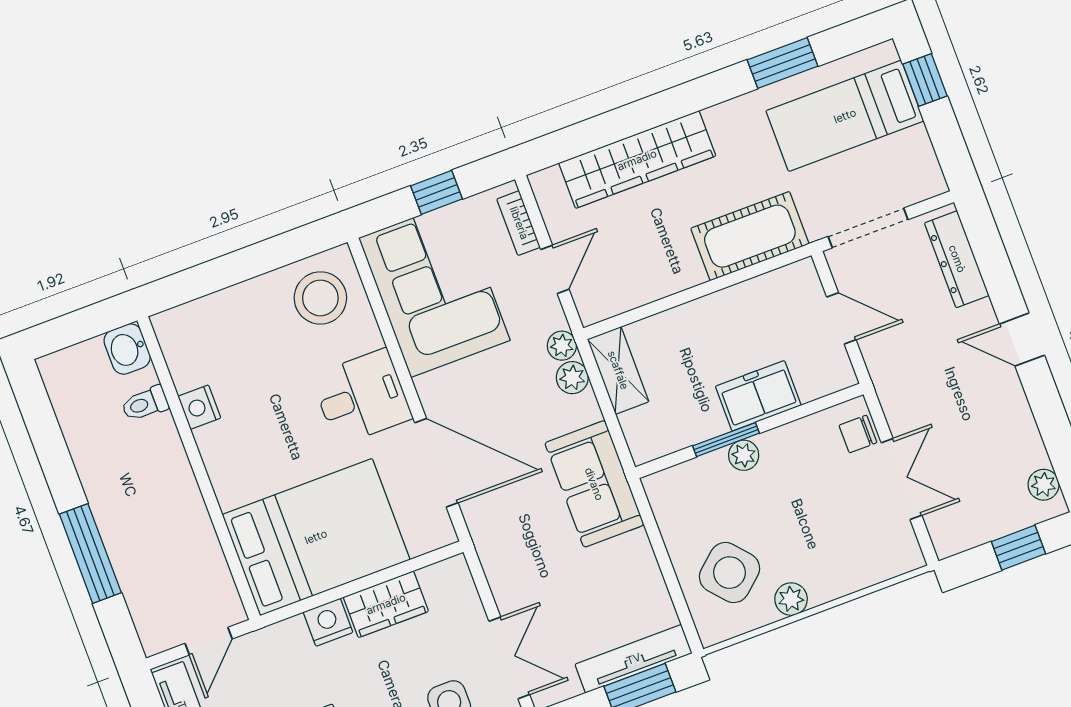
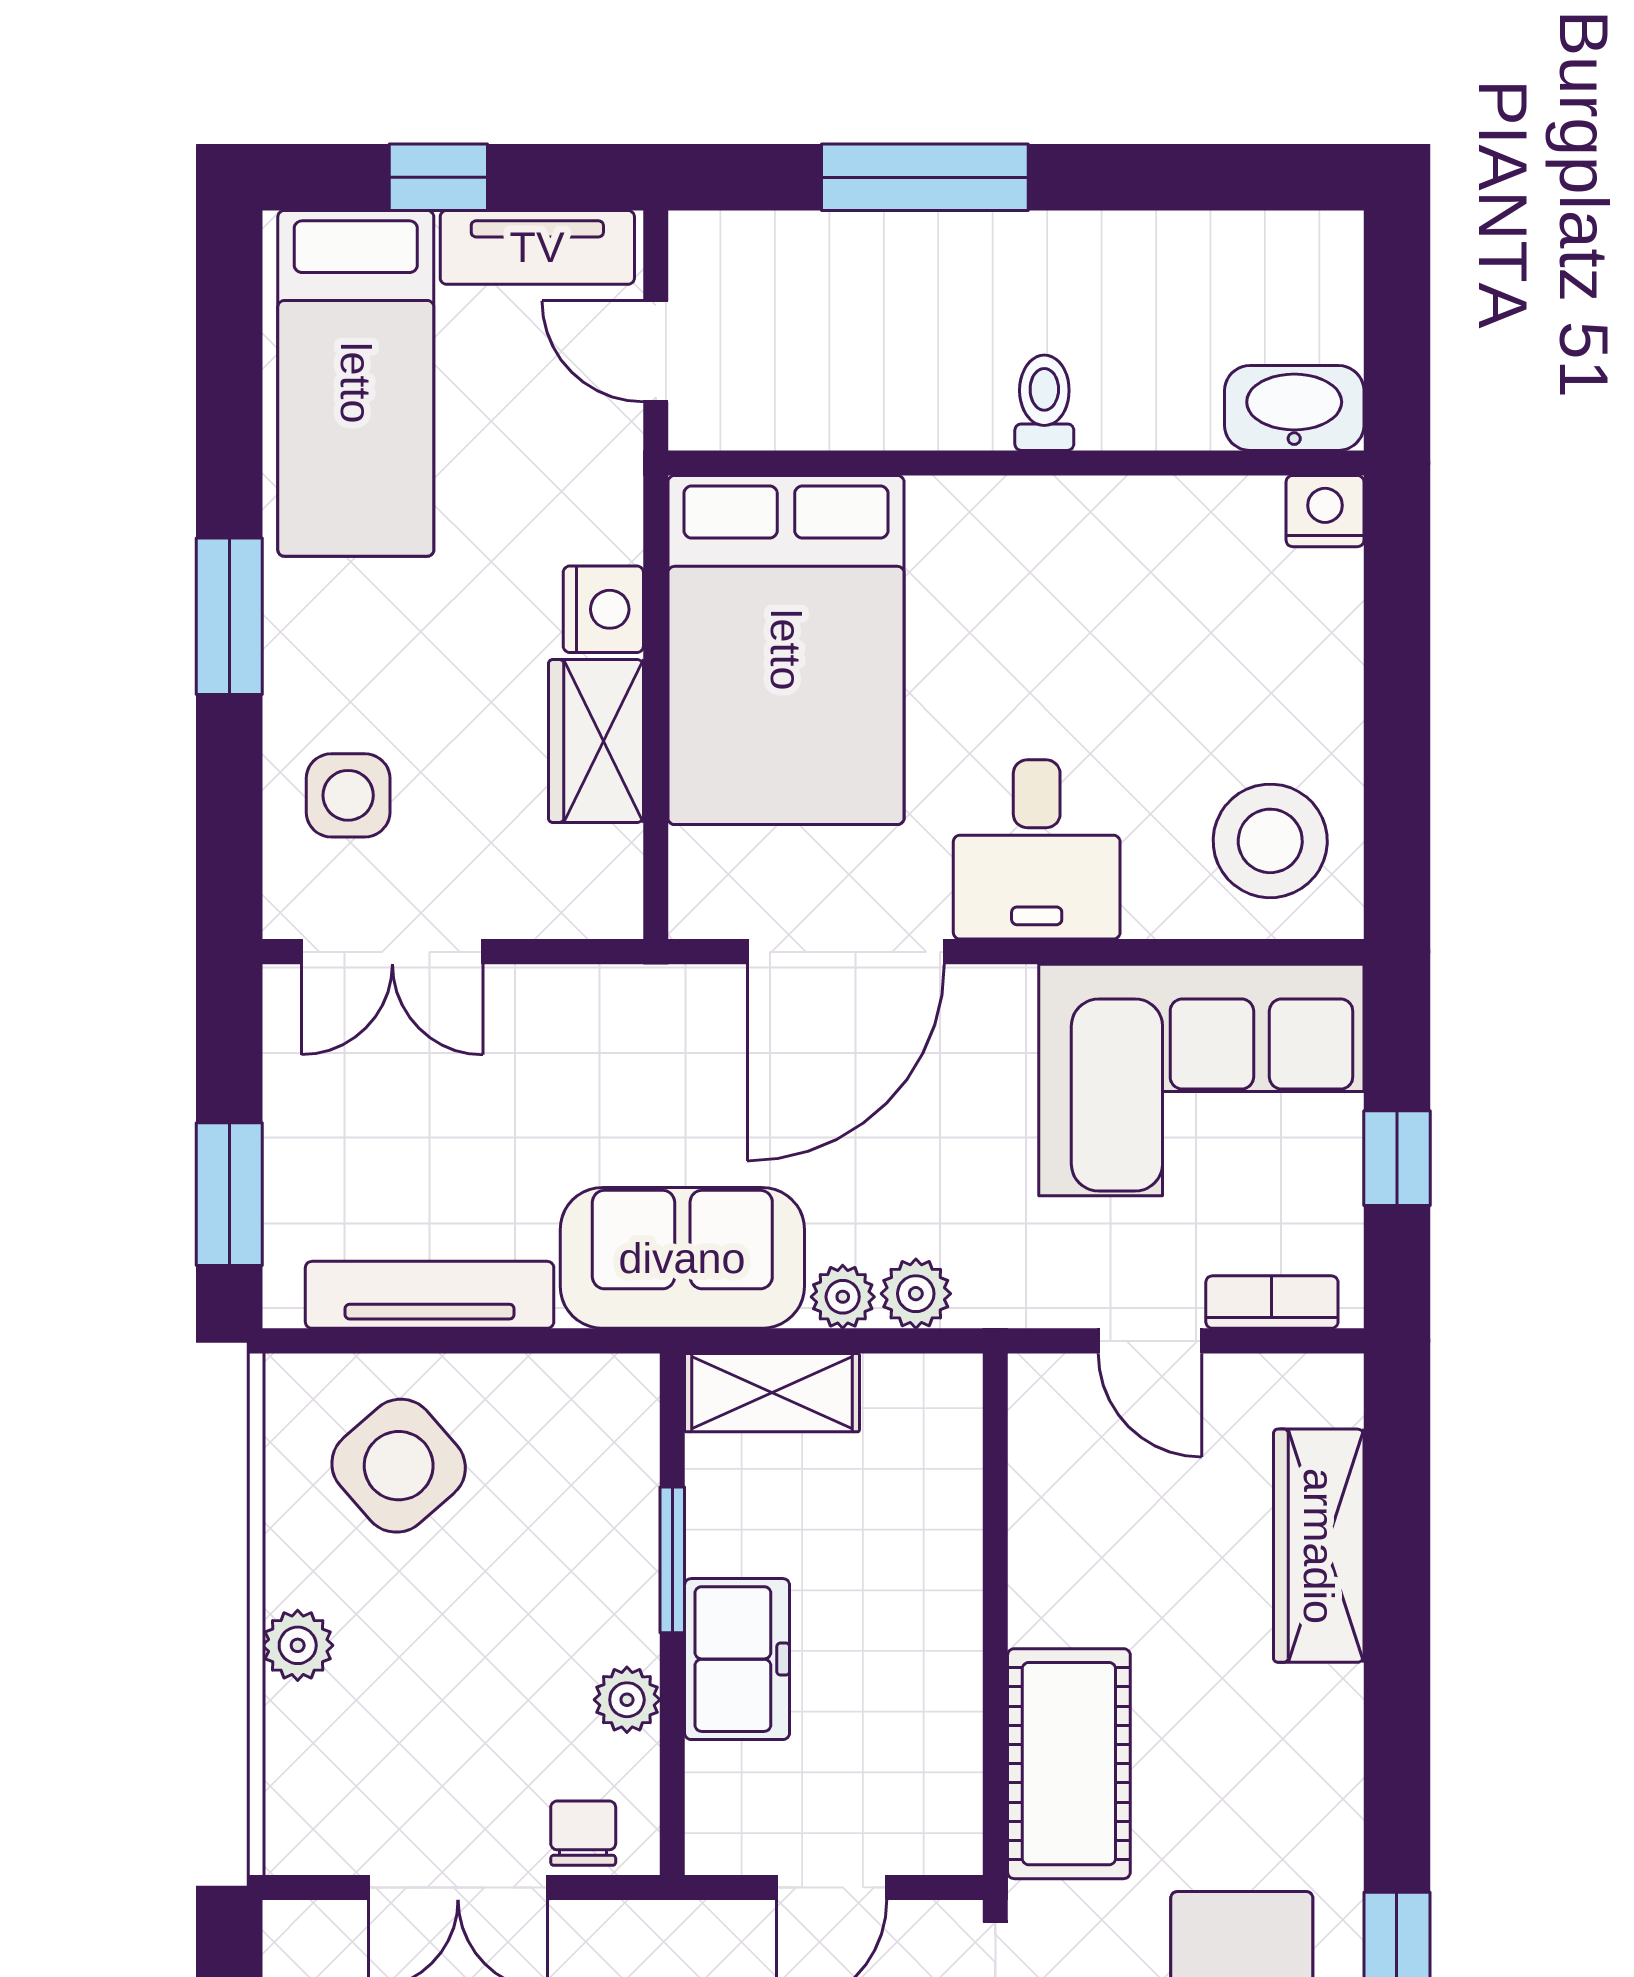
wardrobe: (637, 160) -> (1319, 1546), width x0.71, depth x0.85
plant: (562, 346) -> (843, 1297), moved
washbasin: (127, 349) -> (1294, 408), width x1.38
shelving: (618, 370) -> (772, 1393), moved
toilet: (145, 404) -> (1044, 403), moved
nightstand: (199, 407) -> (1325, 511), moved
plant: (744, 455) -> (627, 1700), moved
plant: (791, 599) -> (298, 1645), moved
tv unit: (634, 659) -> (430, 1295), moved, turned -90

